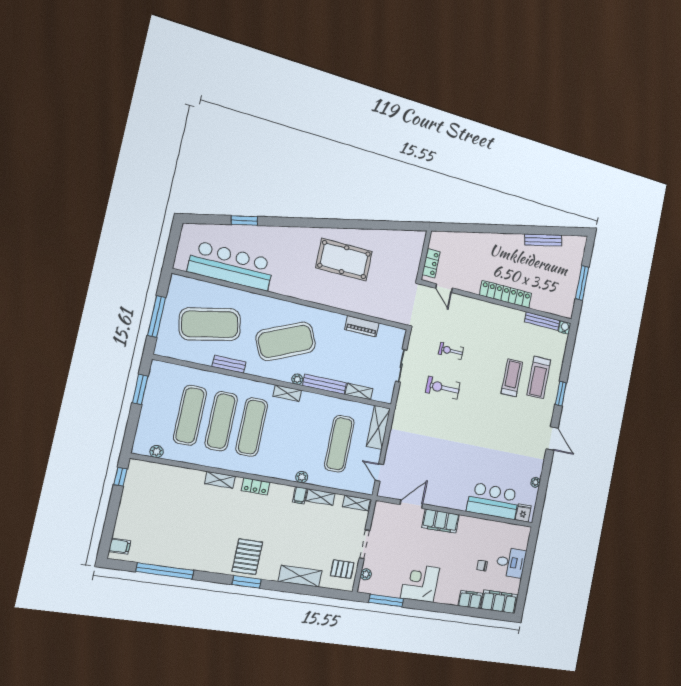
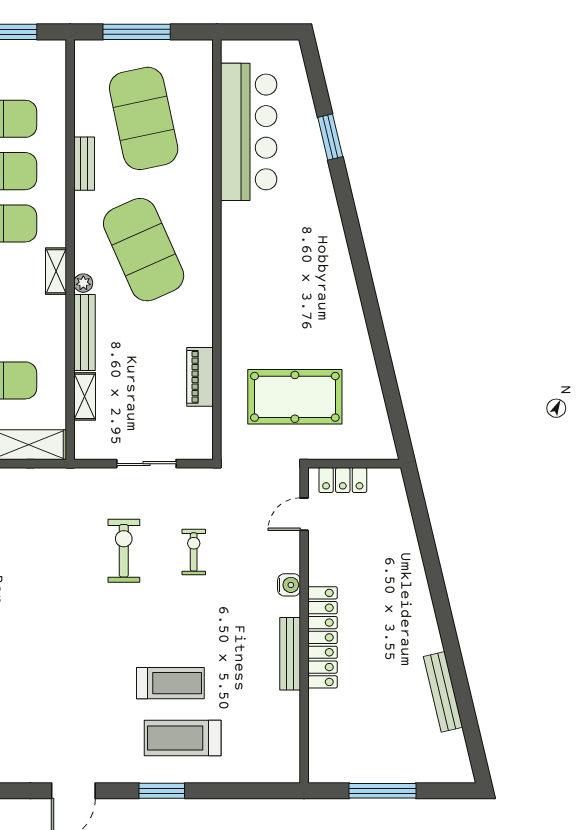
pool table: (344, 260) -> (295, 397), moved, turned 90
bench: (542, 321) -> (290, 654), moved
water cooler: (565, 327) -> (289, 585), moved

